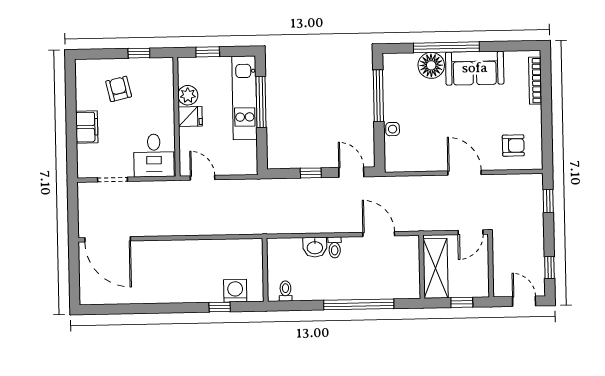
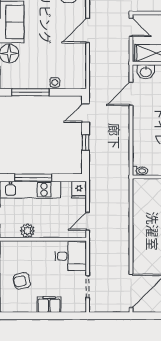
fridge: (190, 116) -> (79, 190), moved, turned 180
washbasin: (315, 247) -> (146, 72), moved, turned 90
toilet: (335, 247) -> (140, 171), moved

